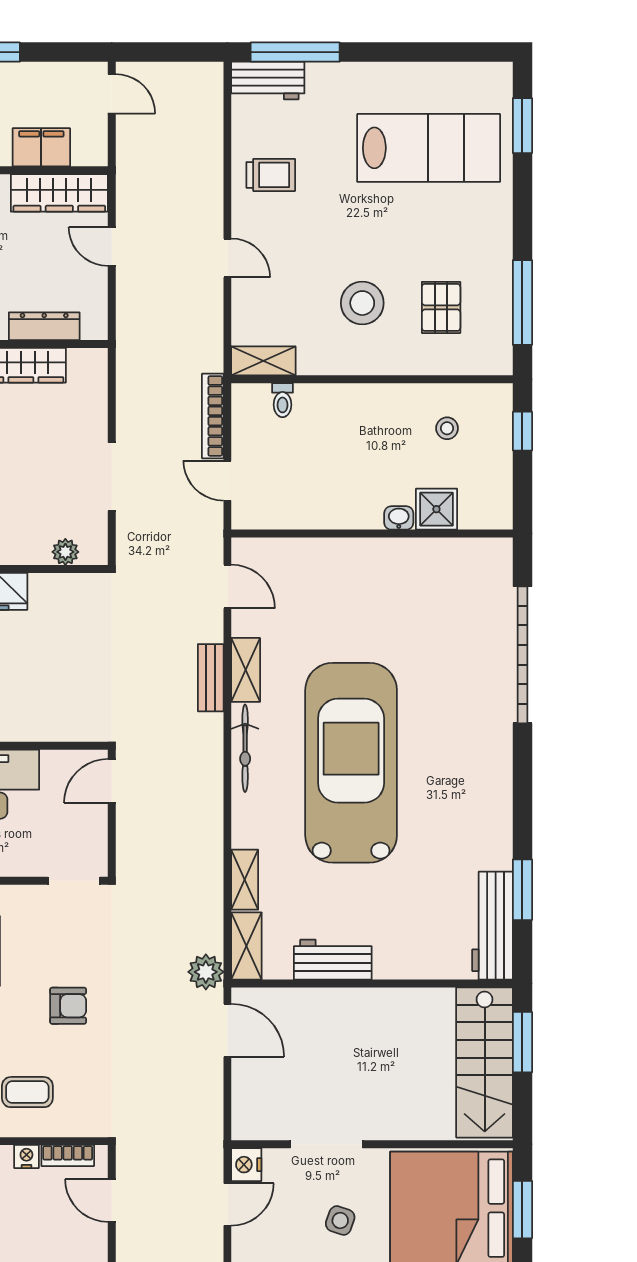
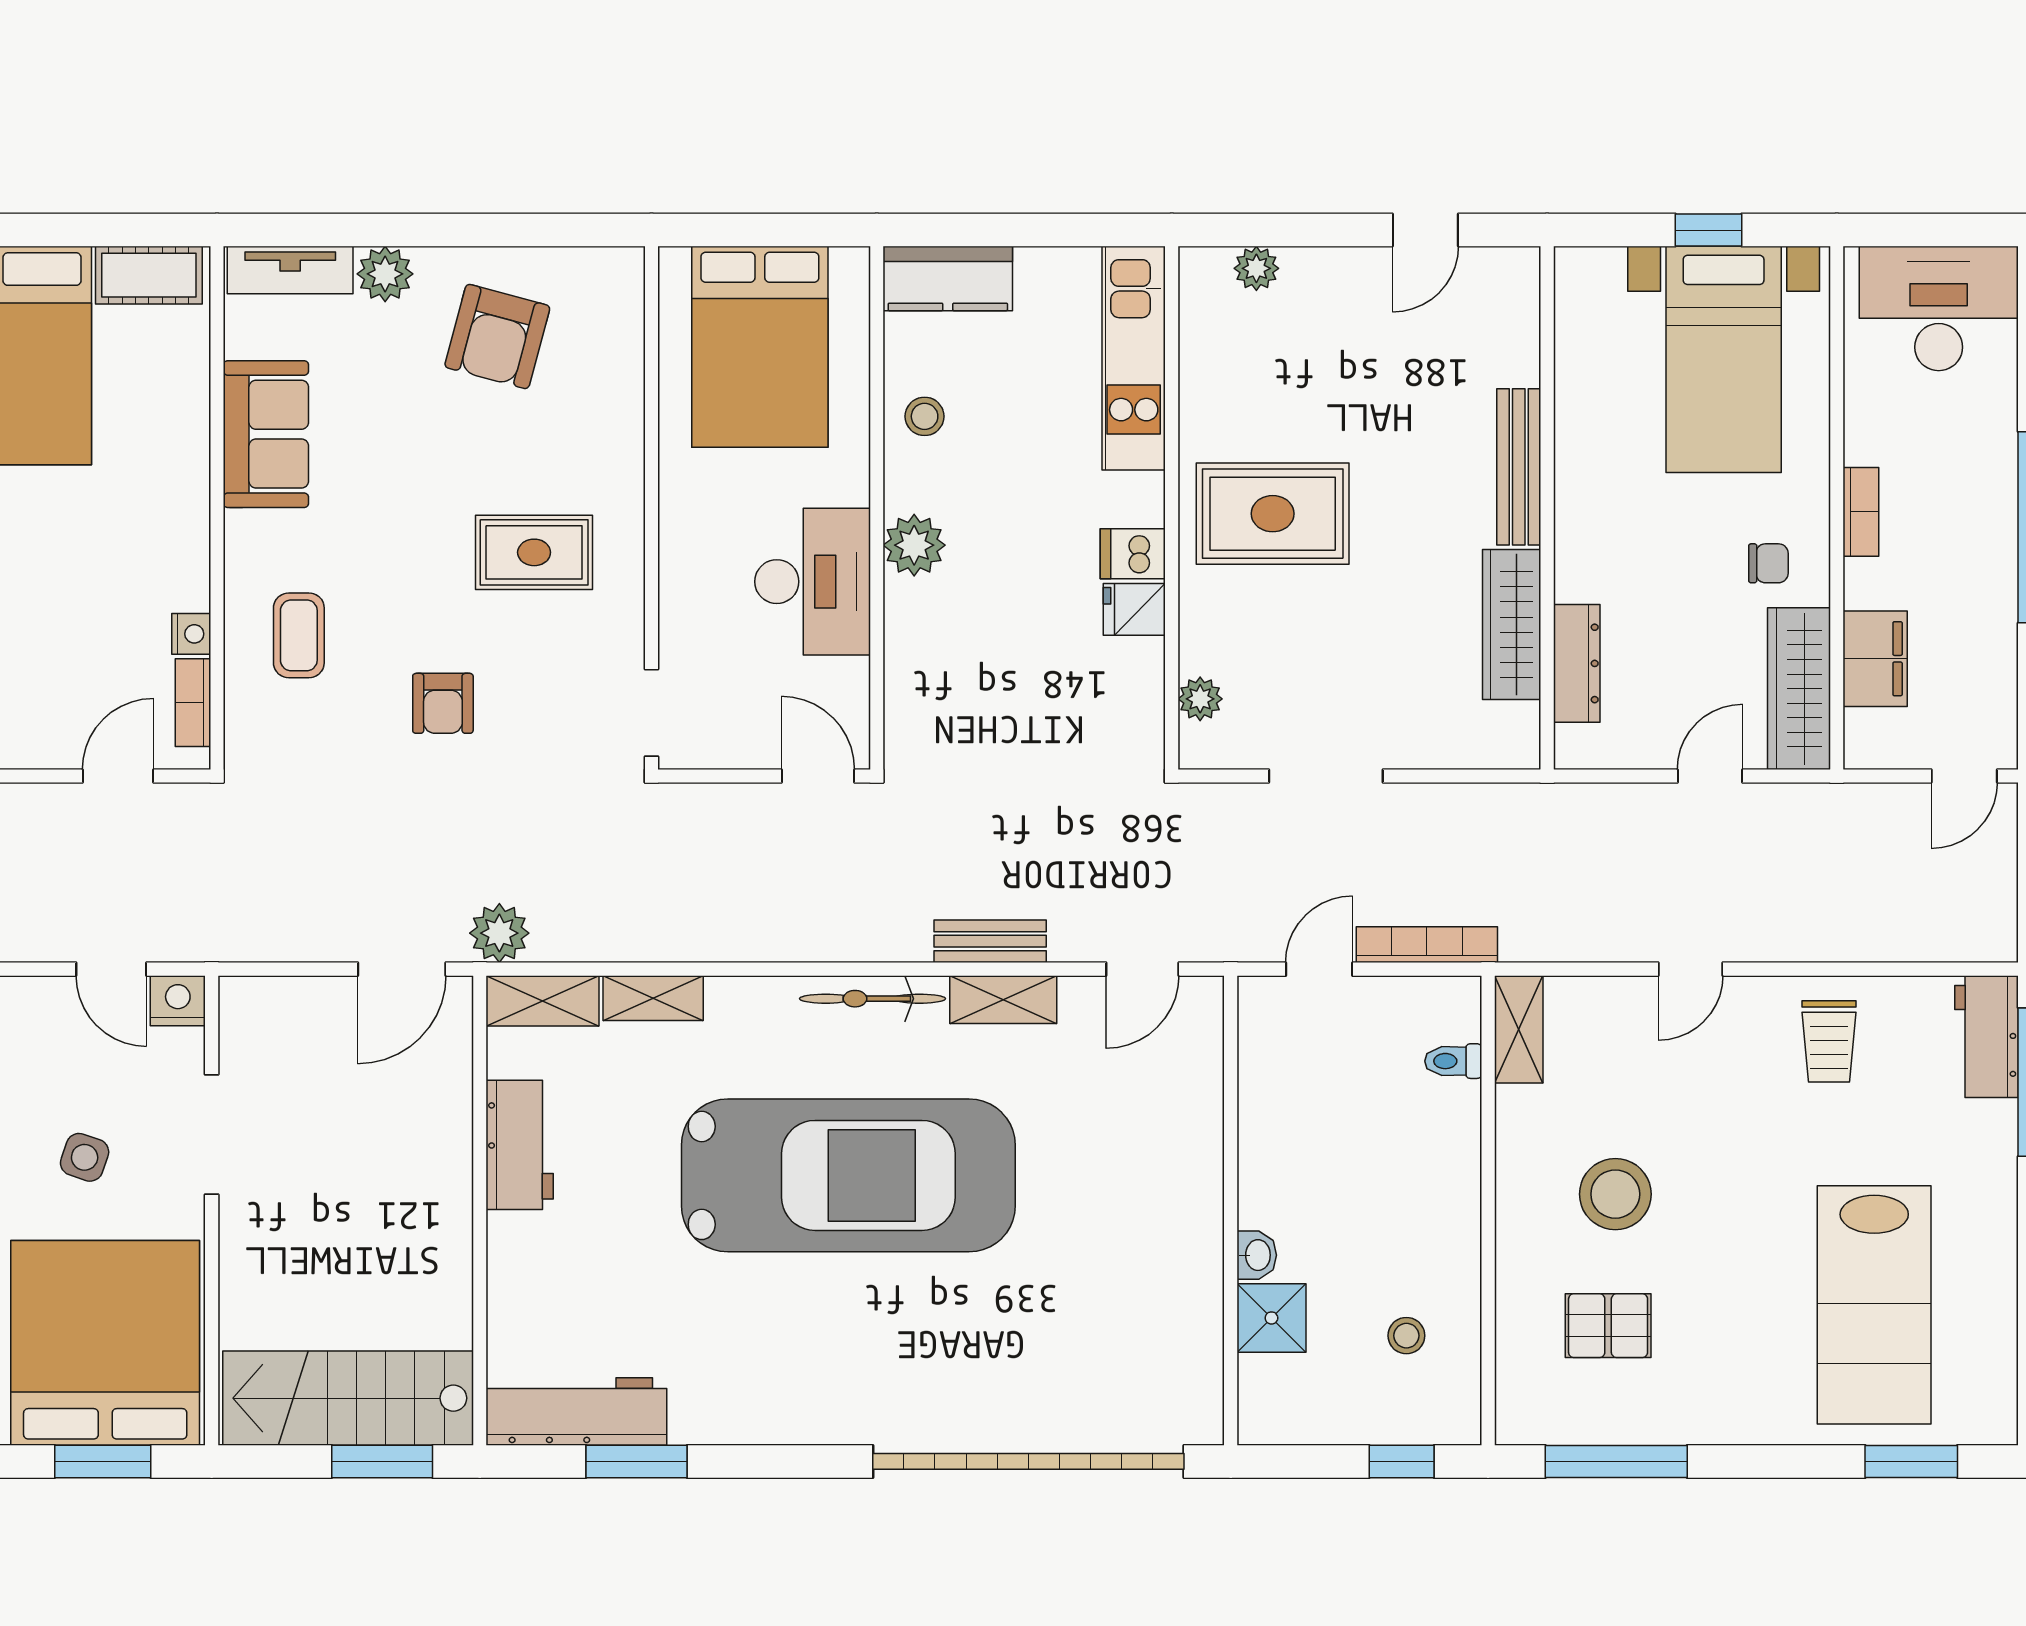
garage door: (522, 655) -> (1028, 1461), width x1.36

